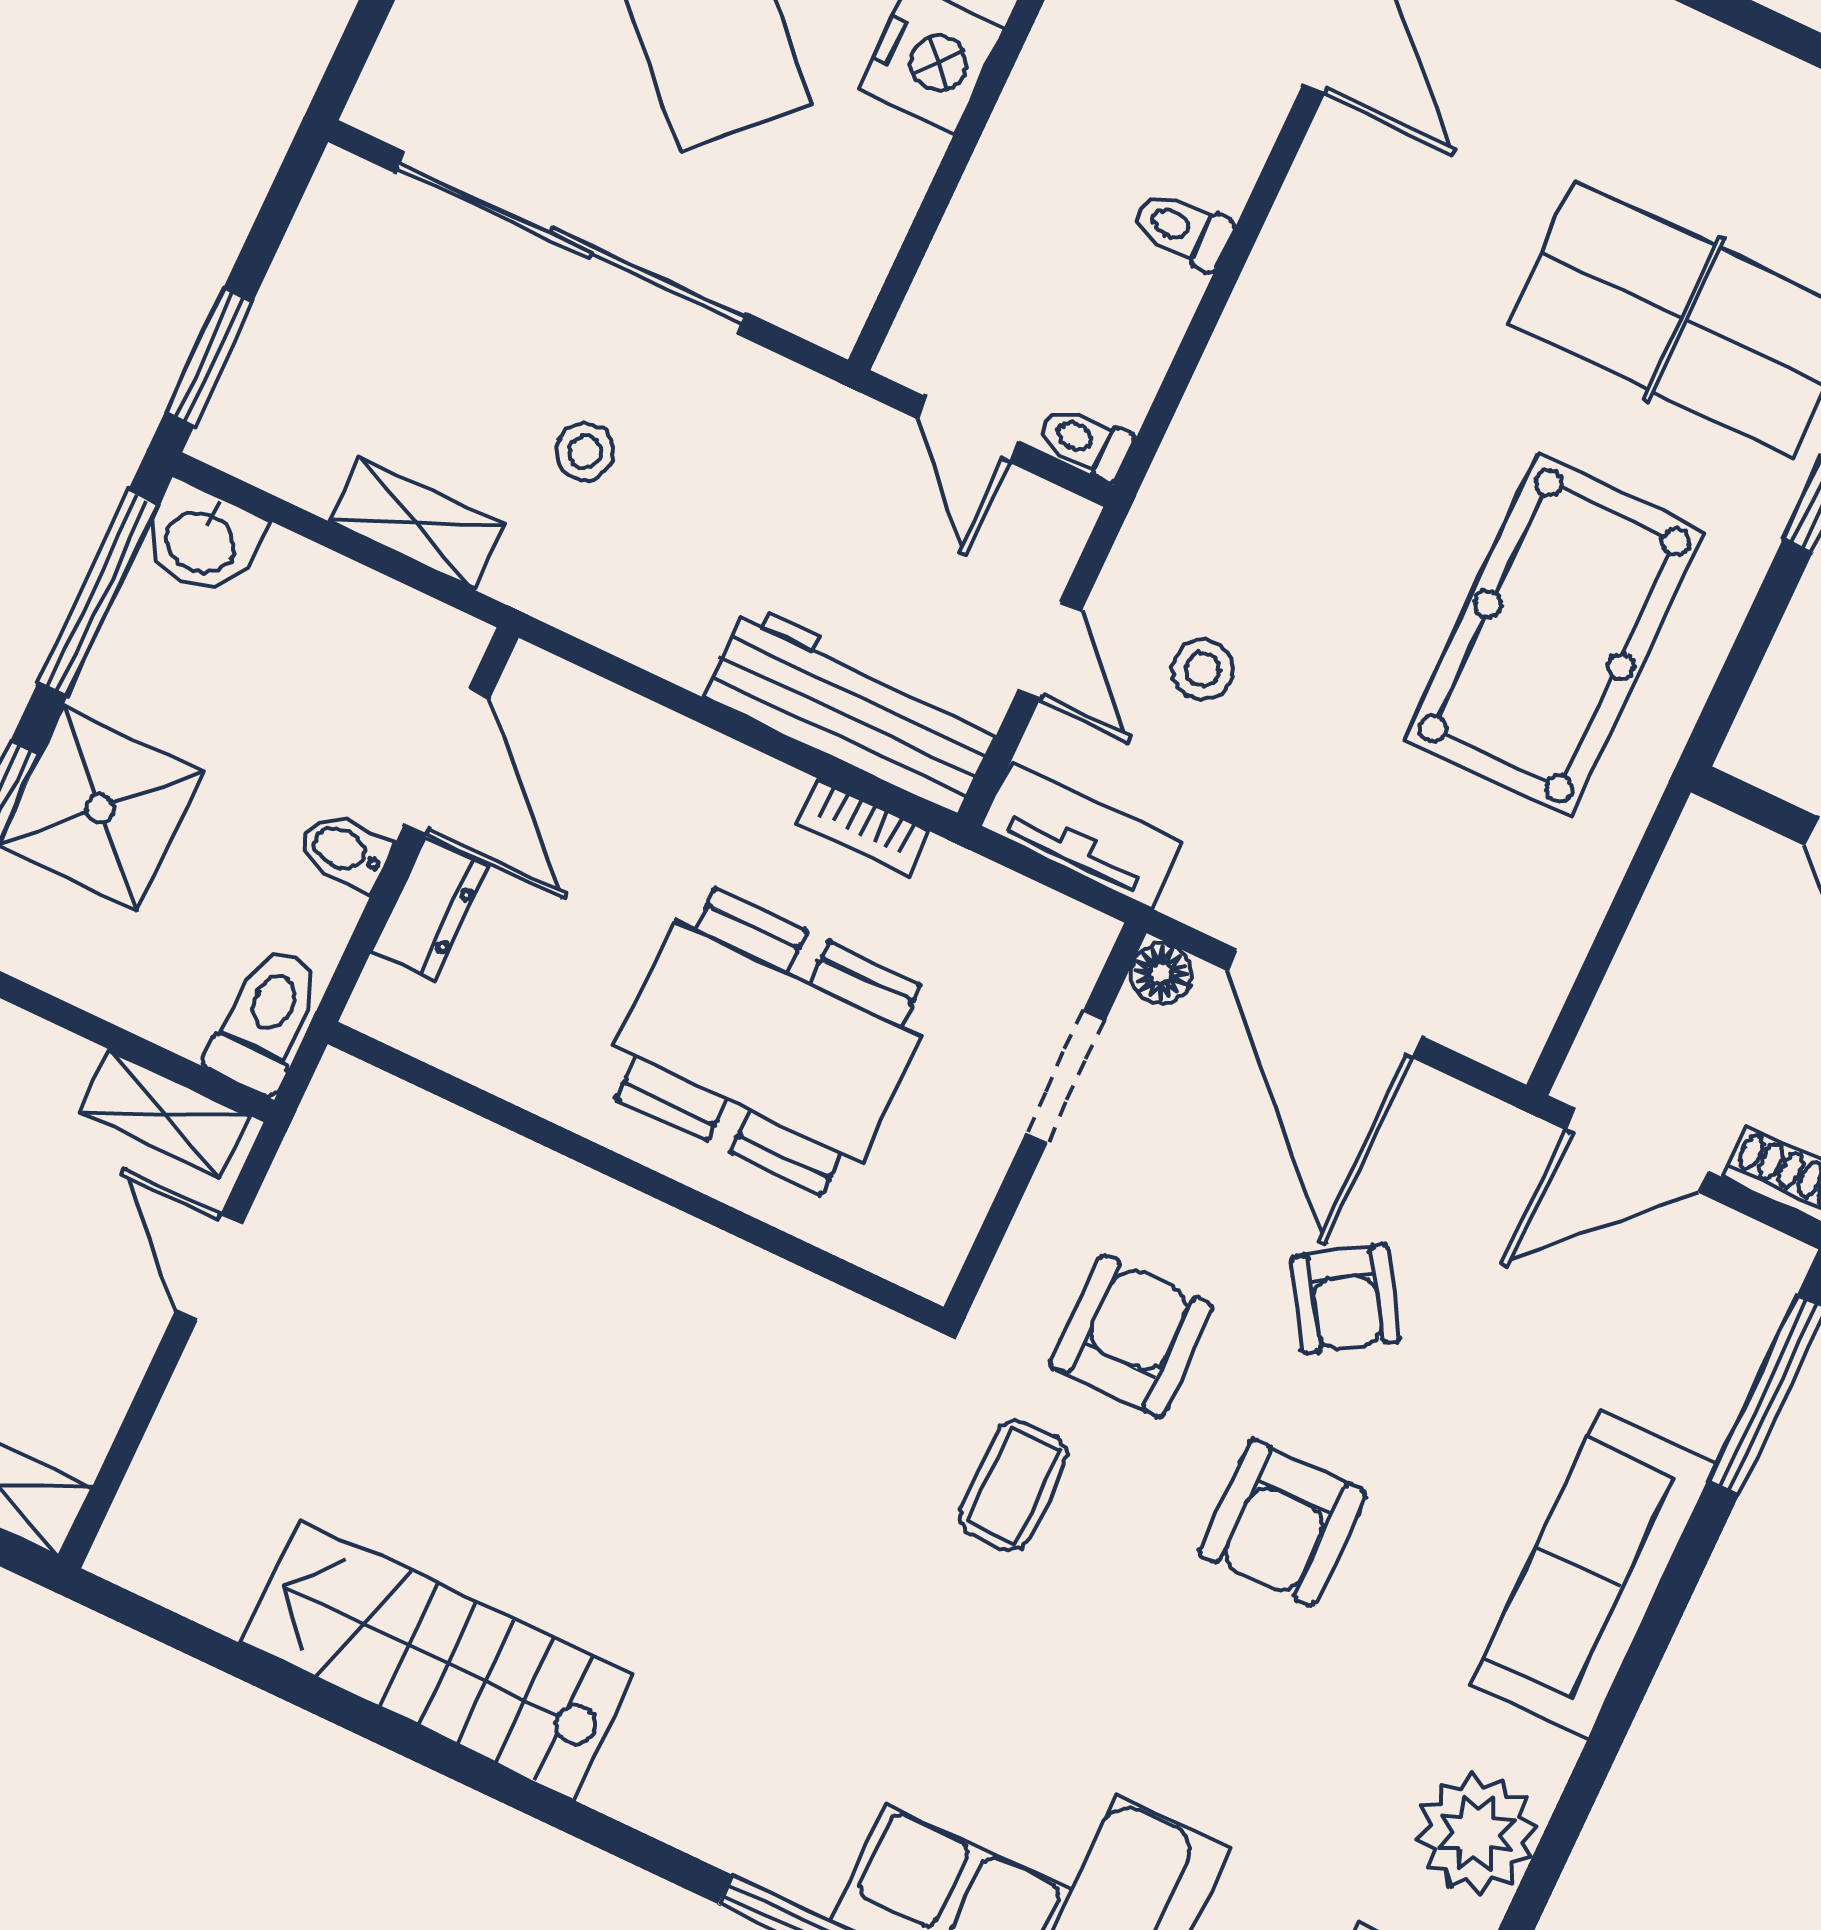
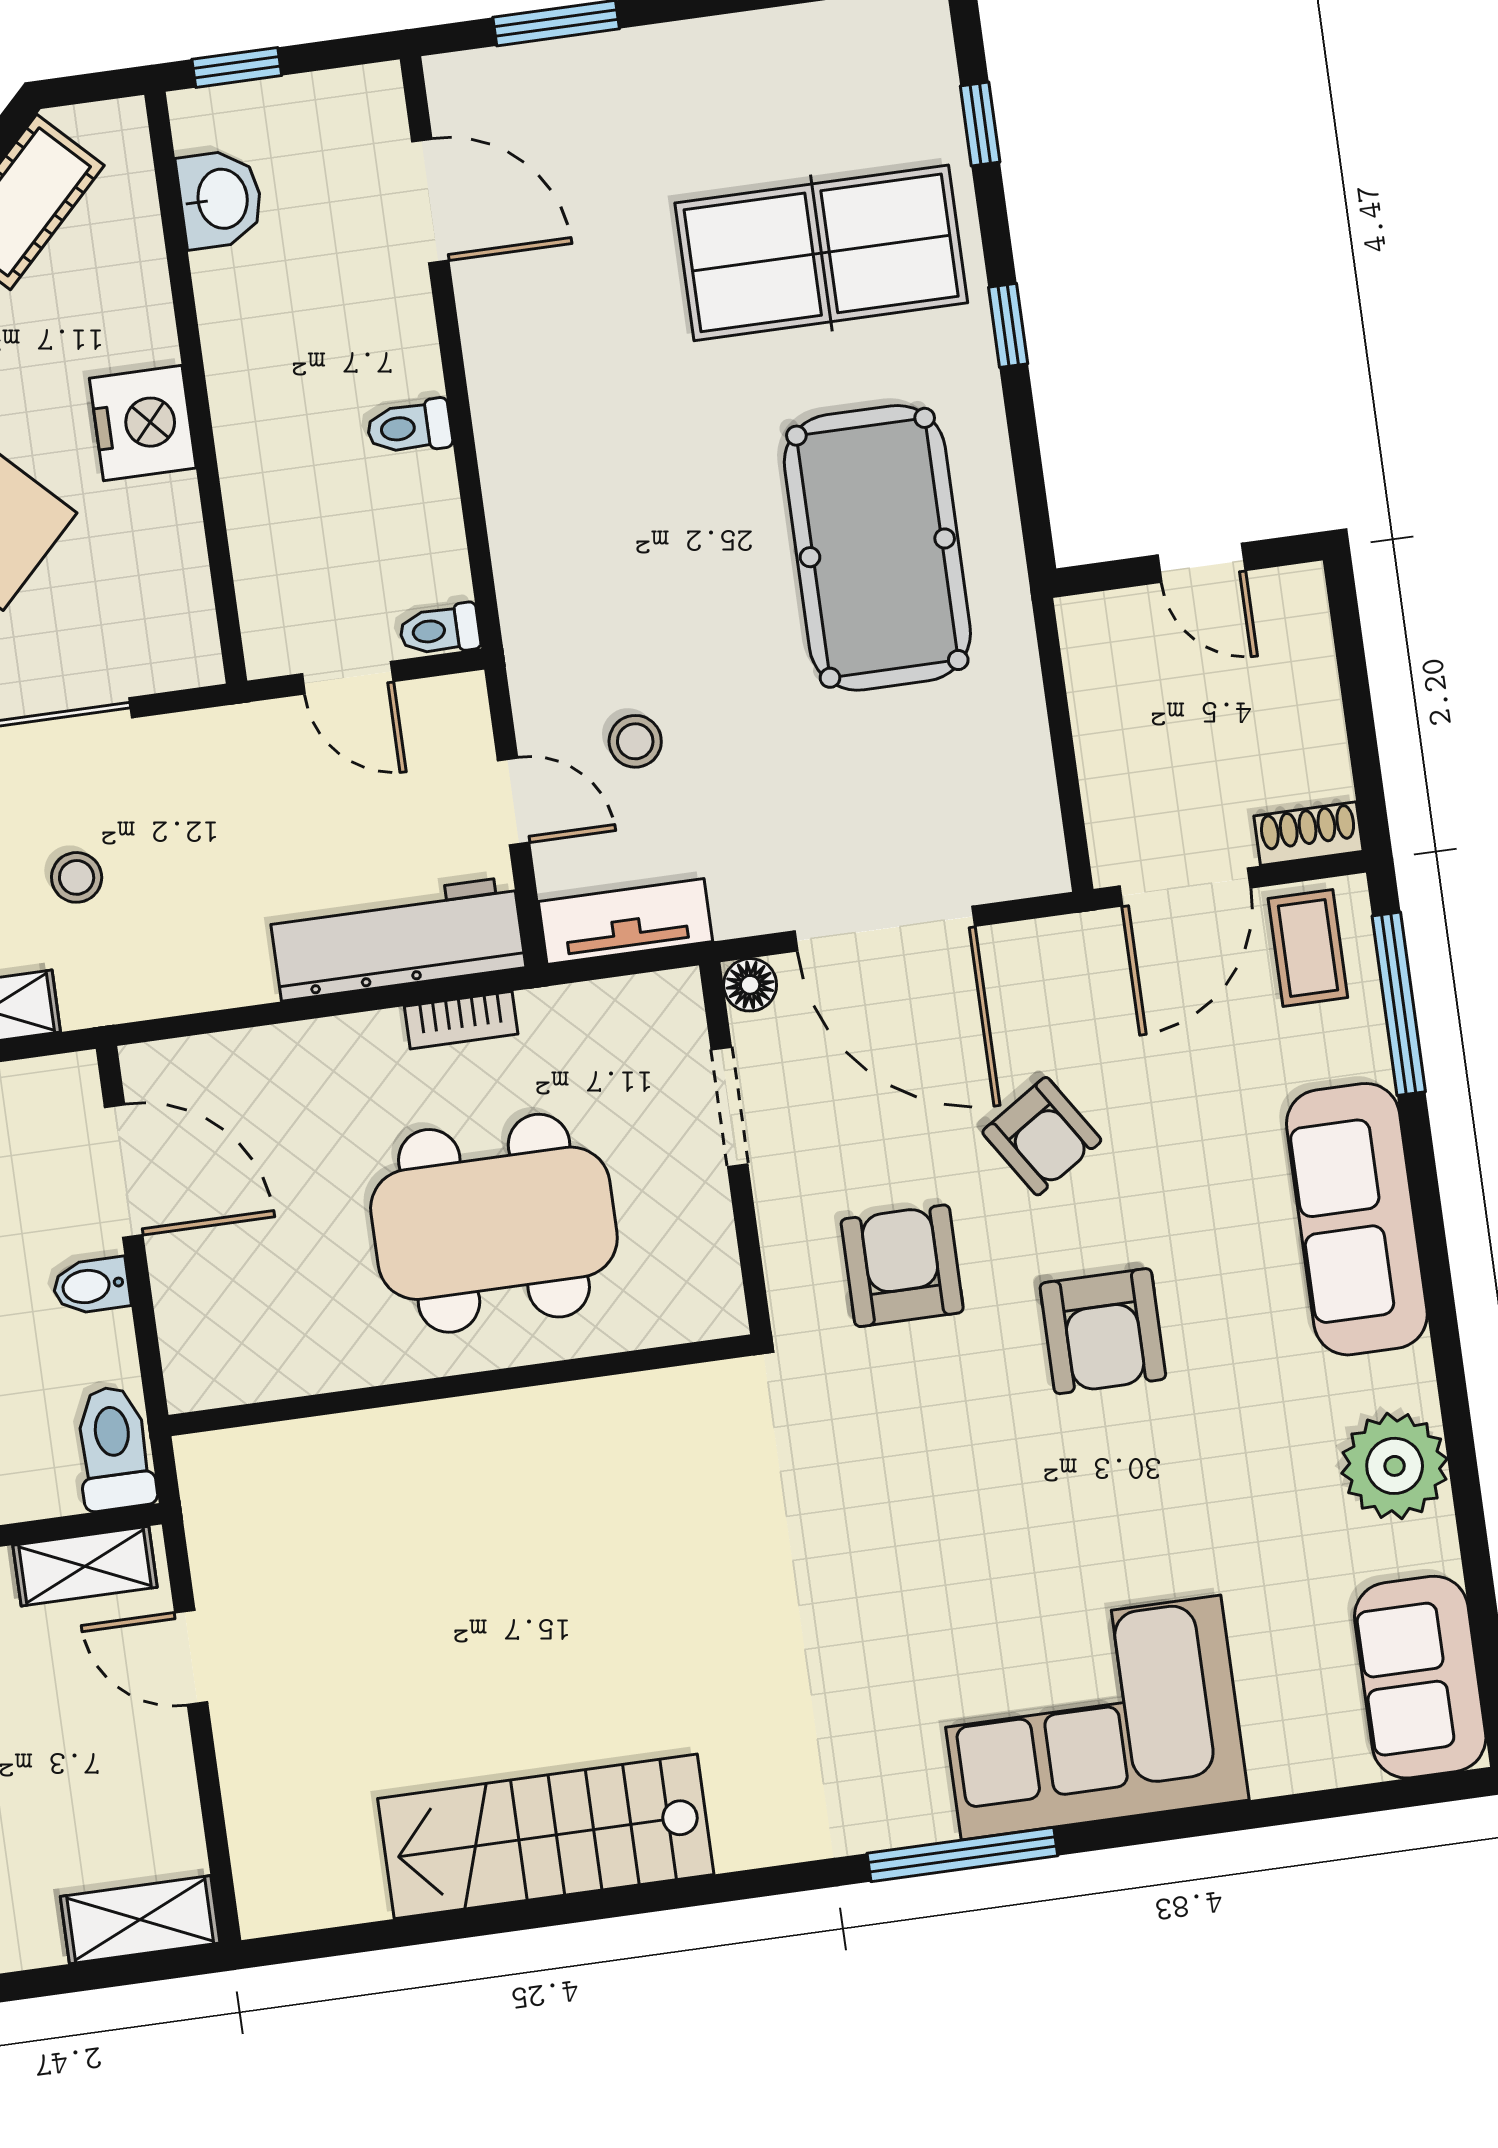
dresser: (430, 909) -> (182, 1288), removed
coffee table: (1014, 1485) -> (1308, 948), moved

